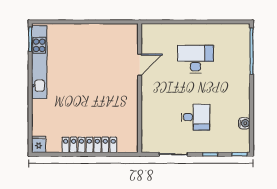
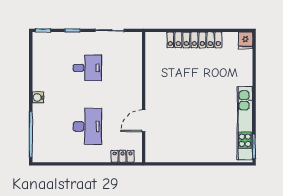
locker: (161, 29) -> (123, 156), added
desk: (196, 59) -> (87, 126), turned -90
desk: (196, 117) -> (87, 68), turned 180
water cooler: (244, 123) -> (38, 97), moved

